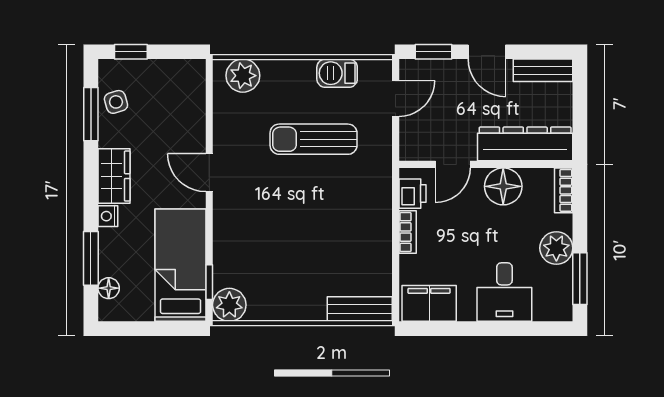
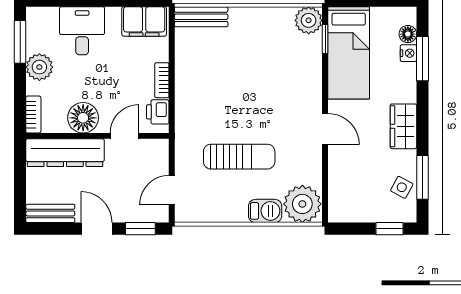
barbecue: (337, 73) -> (265, 211), moved
plant: (243, 76) -> (302, 204), width x1.36, depth x1.36
side table: (116, 102) -> (402, 187), turned 45
nightstand: (108, 216) -> (408, 53), moved

